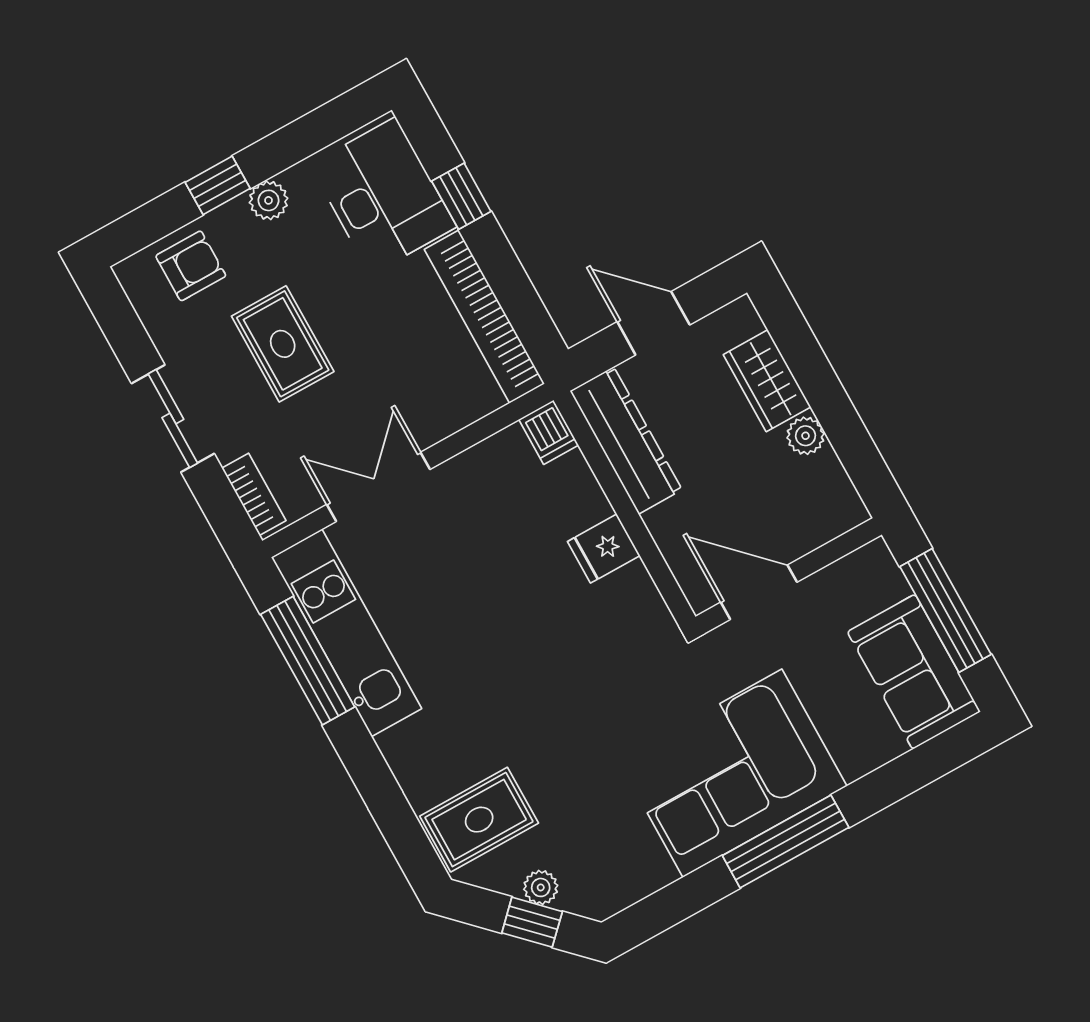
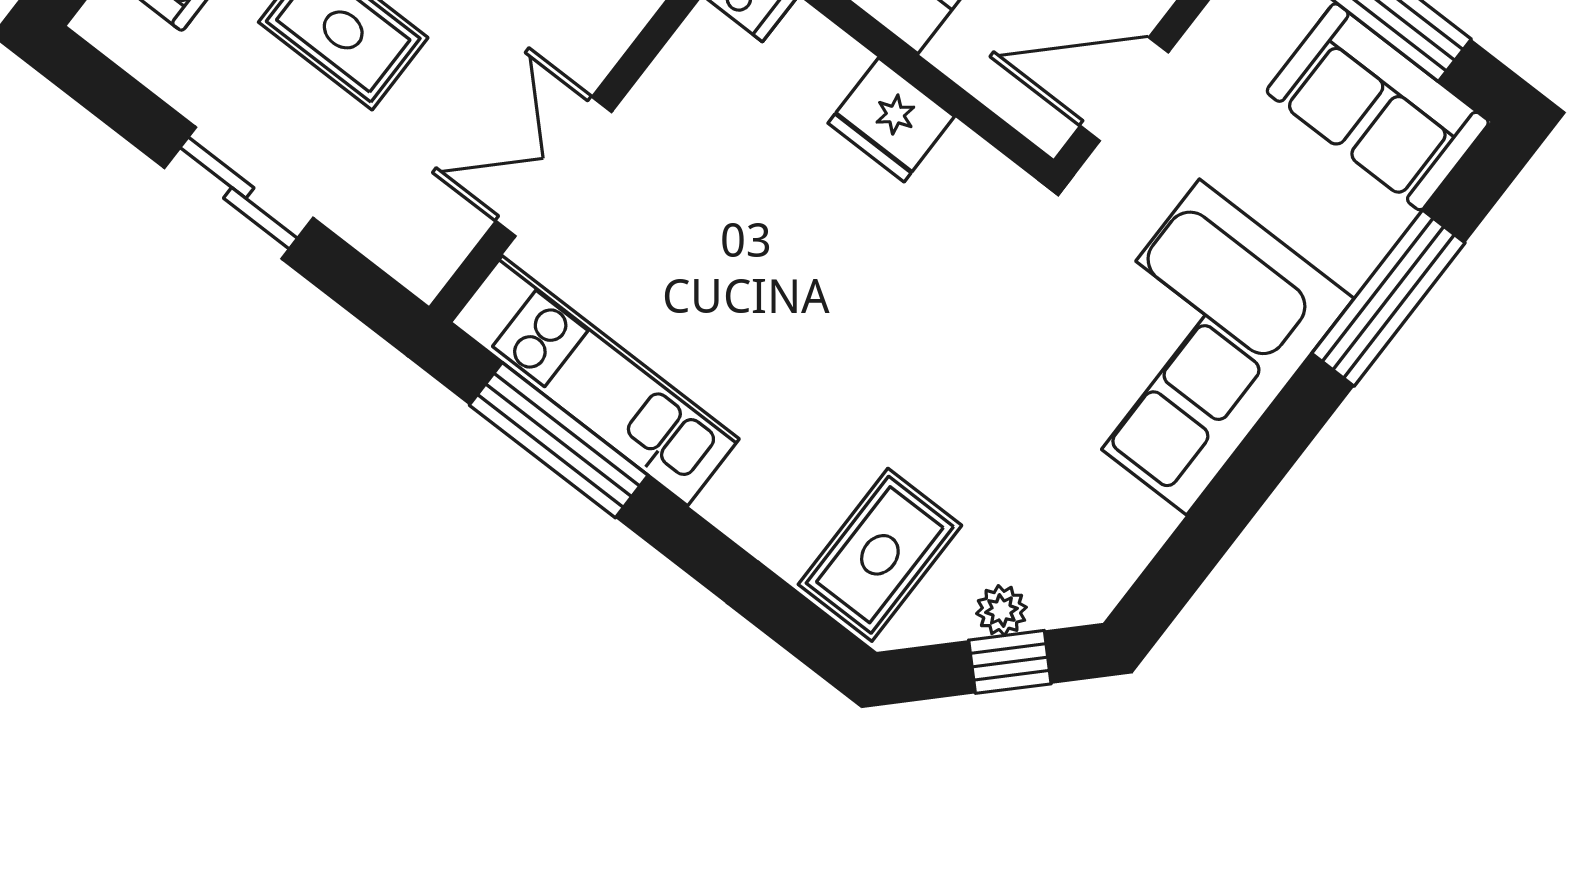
bookcase: (254, 494) -> (391, 248), removed
fridge: (604, 549) -> (891, 120), width x1.38
window: (786, 841) -> (1388, 298), moved

